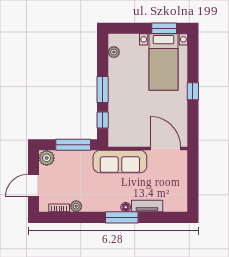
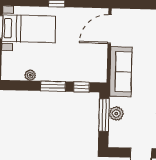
plant: (114, 52) -> (30, 75), moved
plant: (47, 158) -> (116, 114), moved

